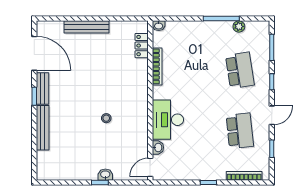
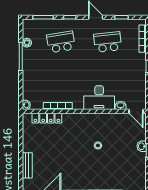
bench: (87, 27) -> (27, 165), width x0.73
locker: (142, 46) -> (47, 118), width x1.53

